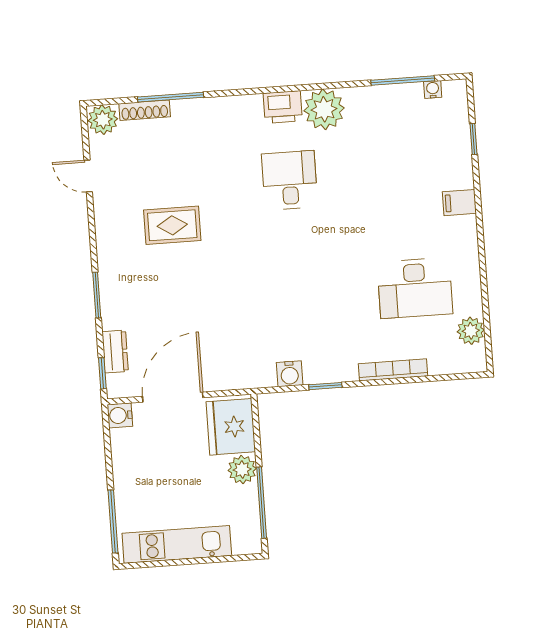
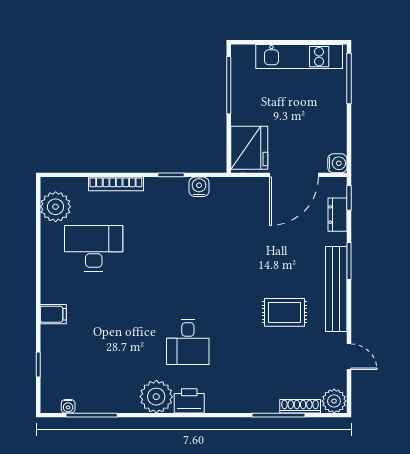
bench: (110, 259) -> (336, 289), added
plant: (471, 331) -> (56, 207), width x1.36, depth x1.36
plant: (242, 470) -> (242, 113), removed

